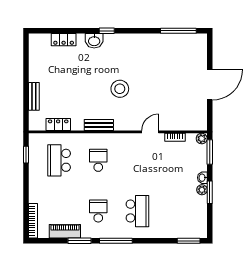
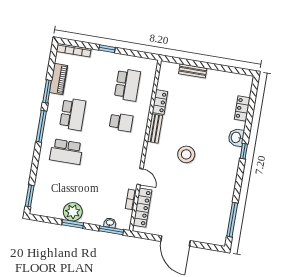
locker: (58, 124) -> (160, 102), moved
locker: (181, 124) -> (143, 208), added
plant: (202, 139) -> (125, 225), removed
window: (26, 155) -> (107, 49), moved
school desk: (59, 160) -> (127, 85), turned 90
washbasin: (202, 178) -> (110, 223), moved
plant: (202, 190) -> (73, 212), width x1.88, depth x1.88
school desk: (98, 211) -> (73, 114), width x1.85

